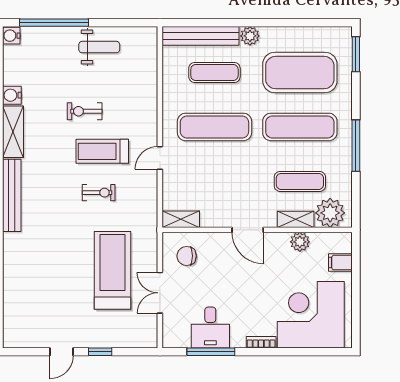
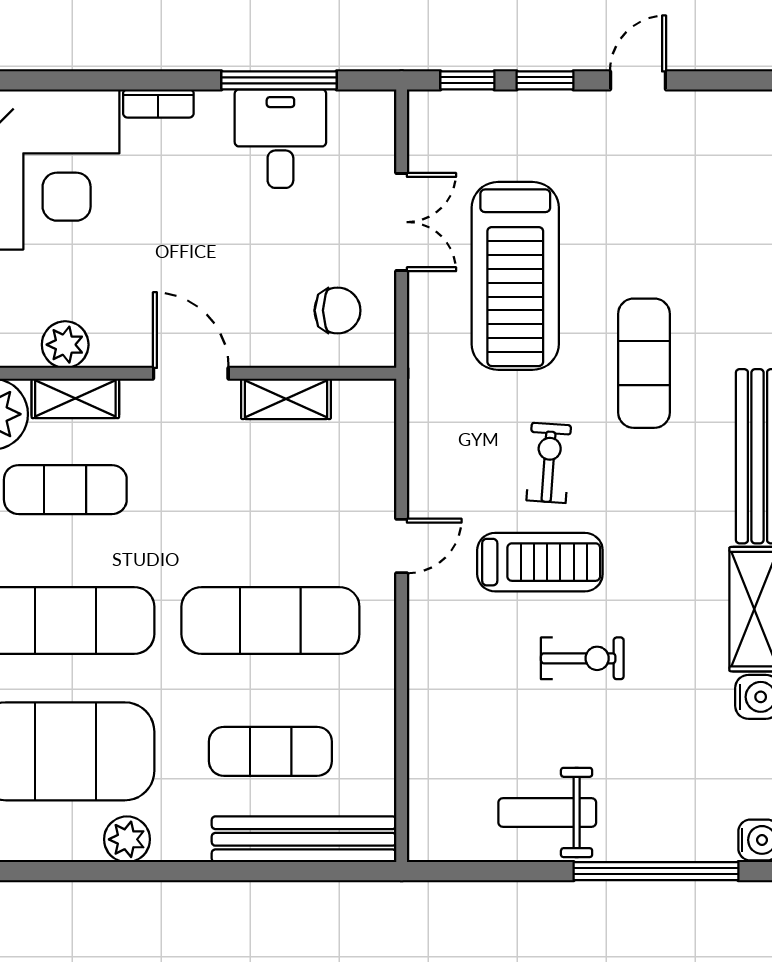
plant: (250, 36) -> (127, 839), moved
exercise bike: (99, 193) -> (549, 463), turned 94
shelving: (181, 219) -> (286, 399), moved
exercise mat: (59, 234) -> (644, 363), added
window: (133, 352) -> (467, 80), added

